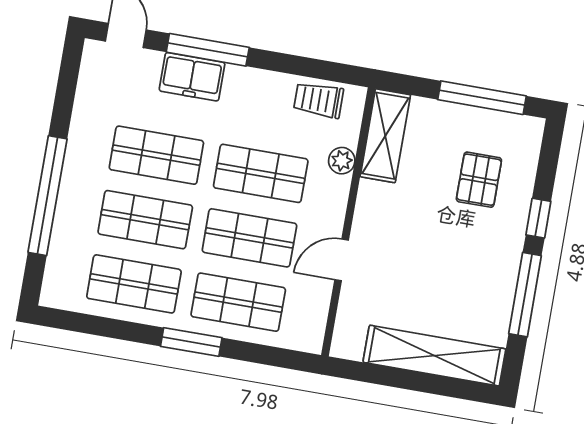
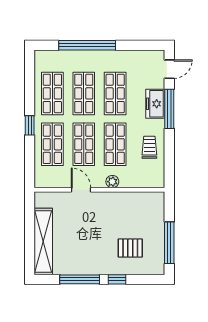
trolley: (319, 100) -> (149, 147), moved
shelving: (385, 136) -> (143, 200), removed
plant: (342, 161) -> (112, 182), moved
window: (191, 342) -> (30, 125), width x0.67

